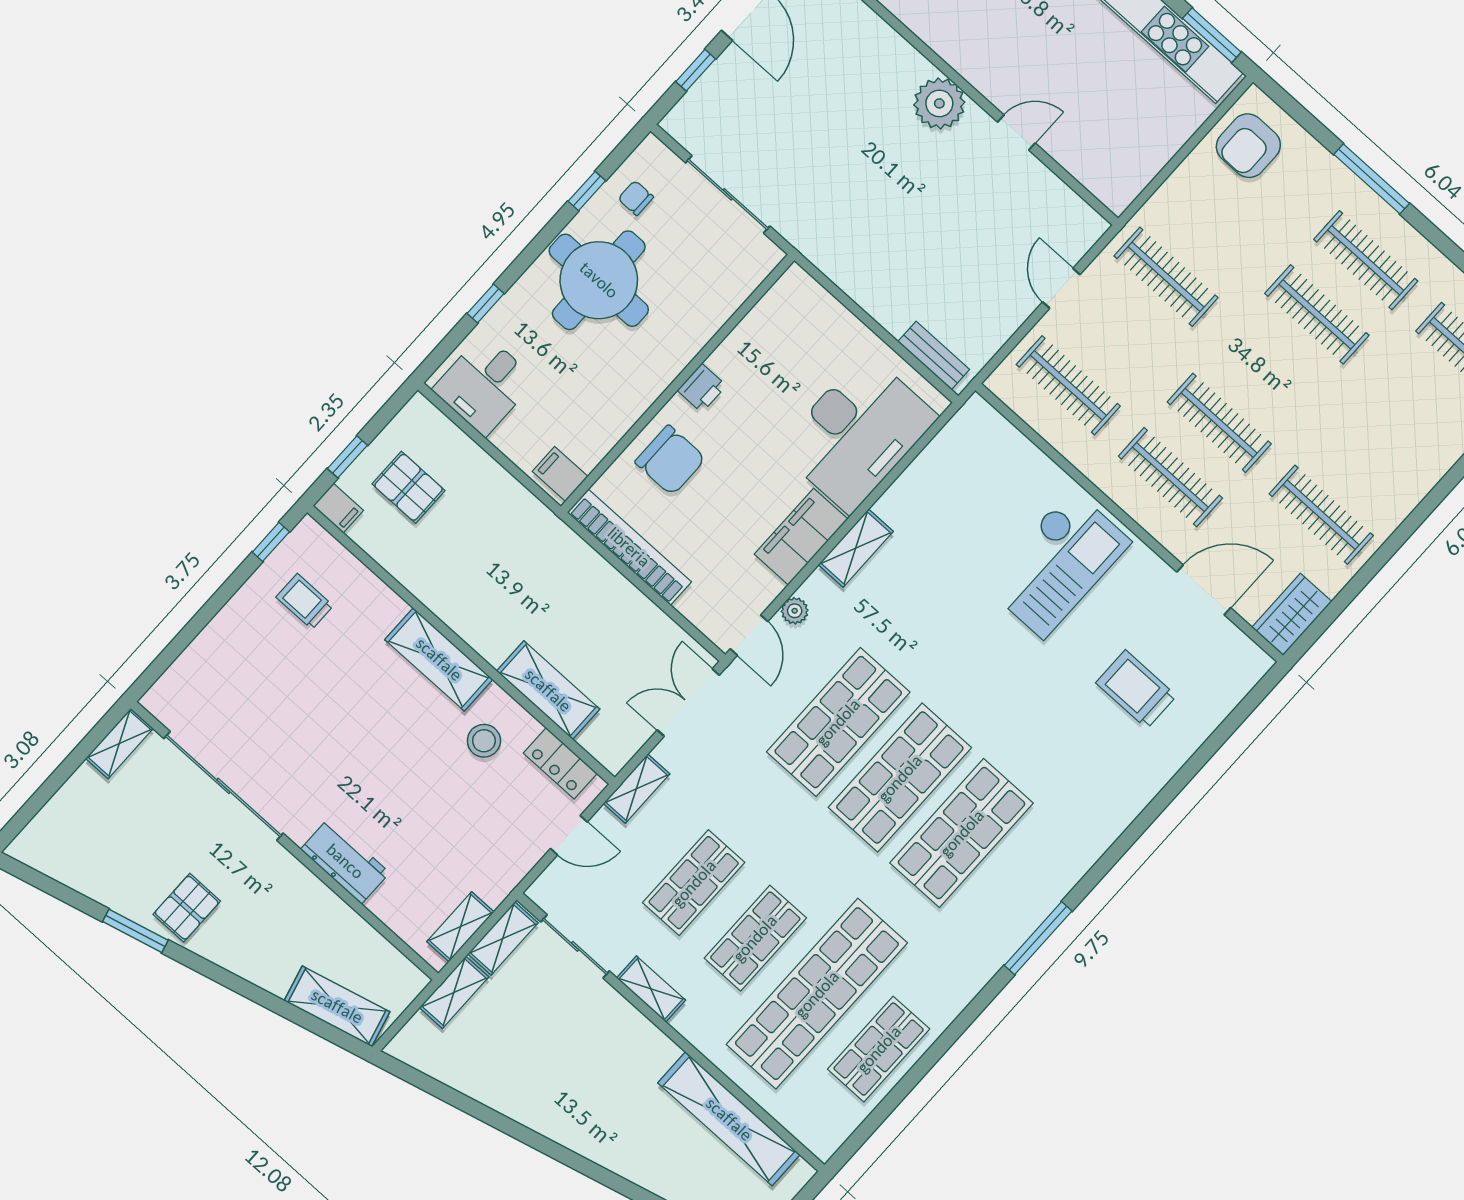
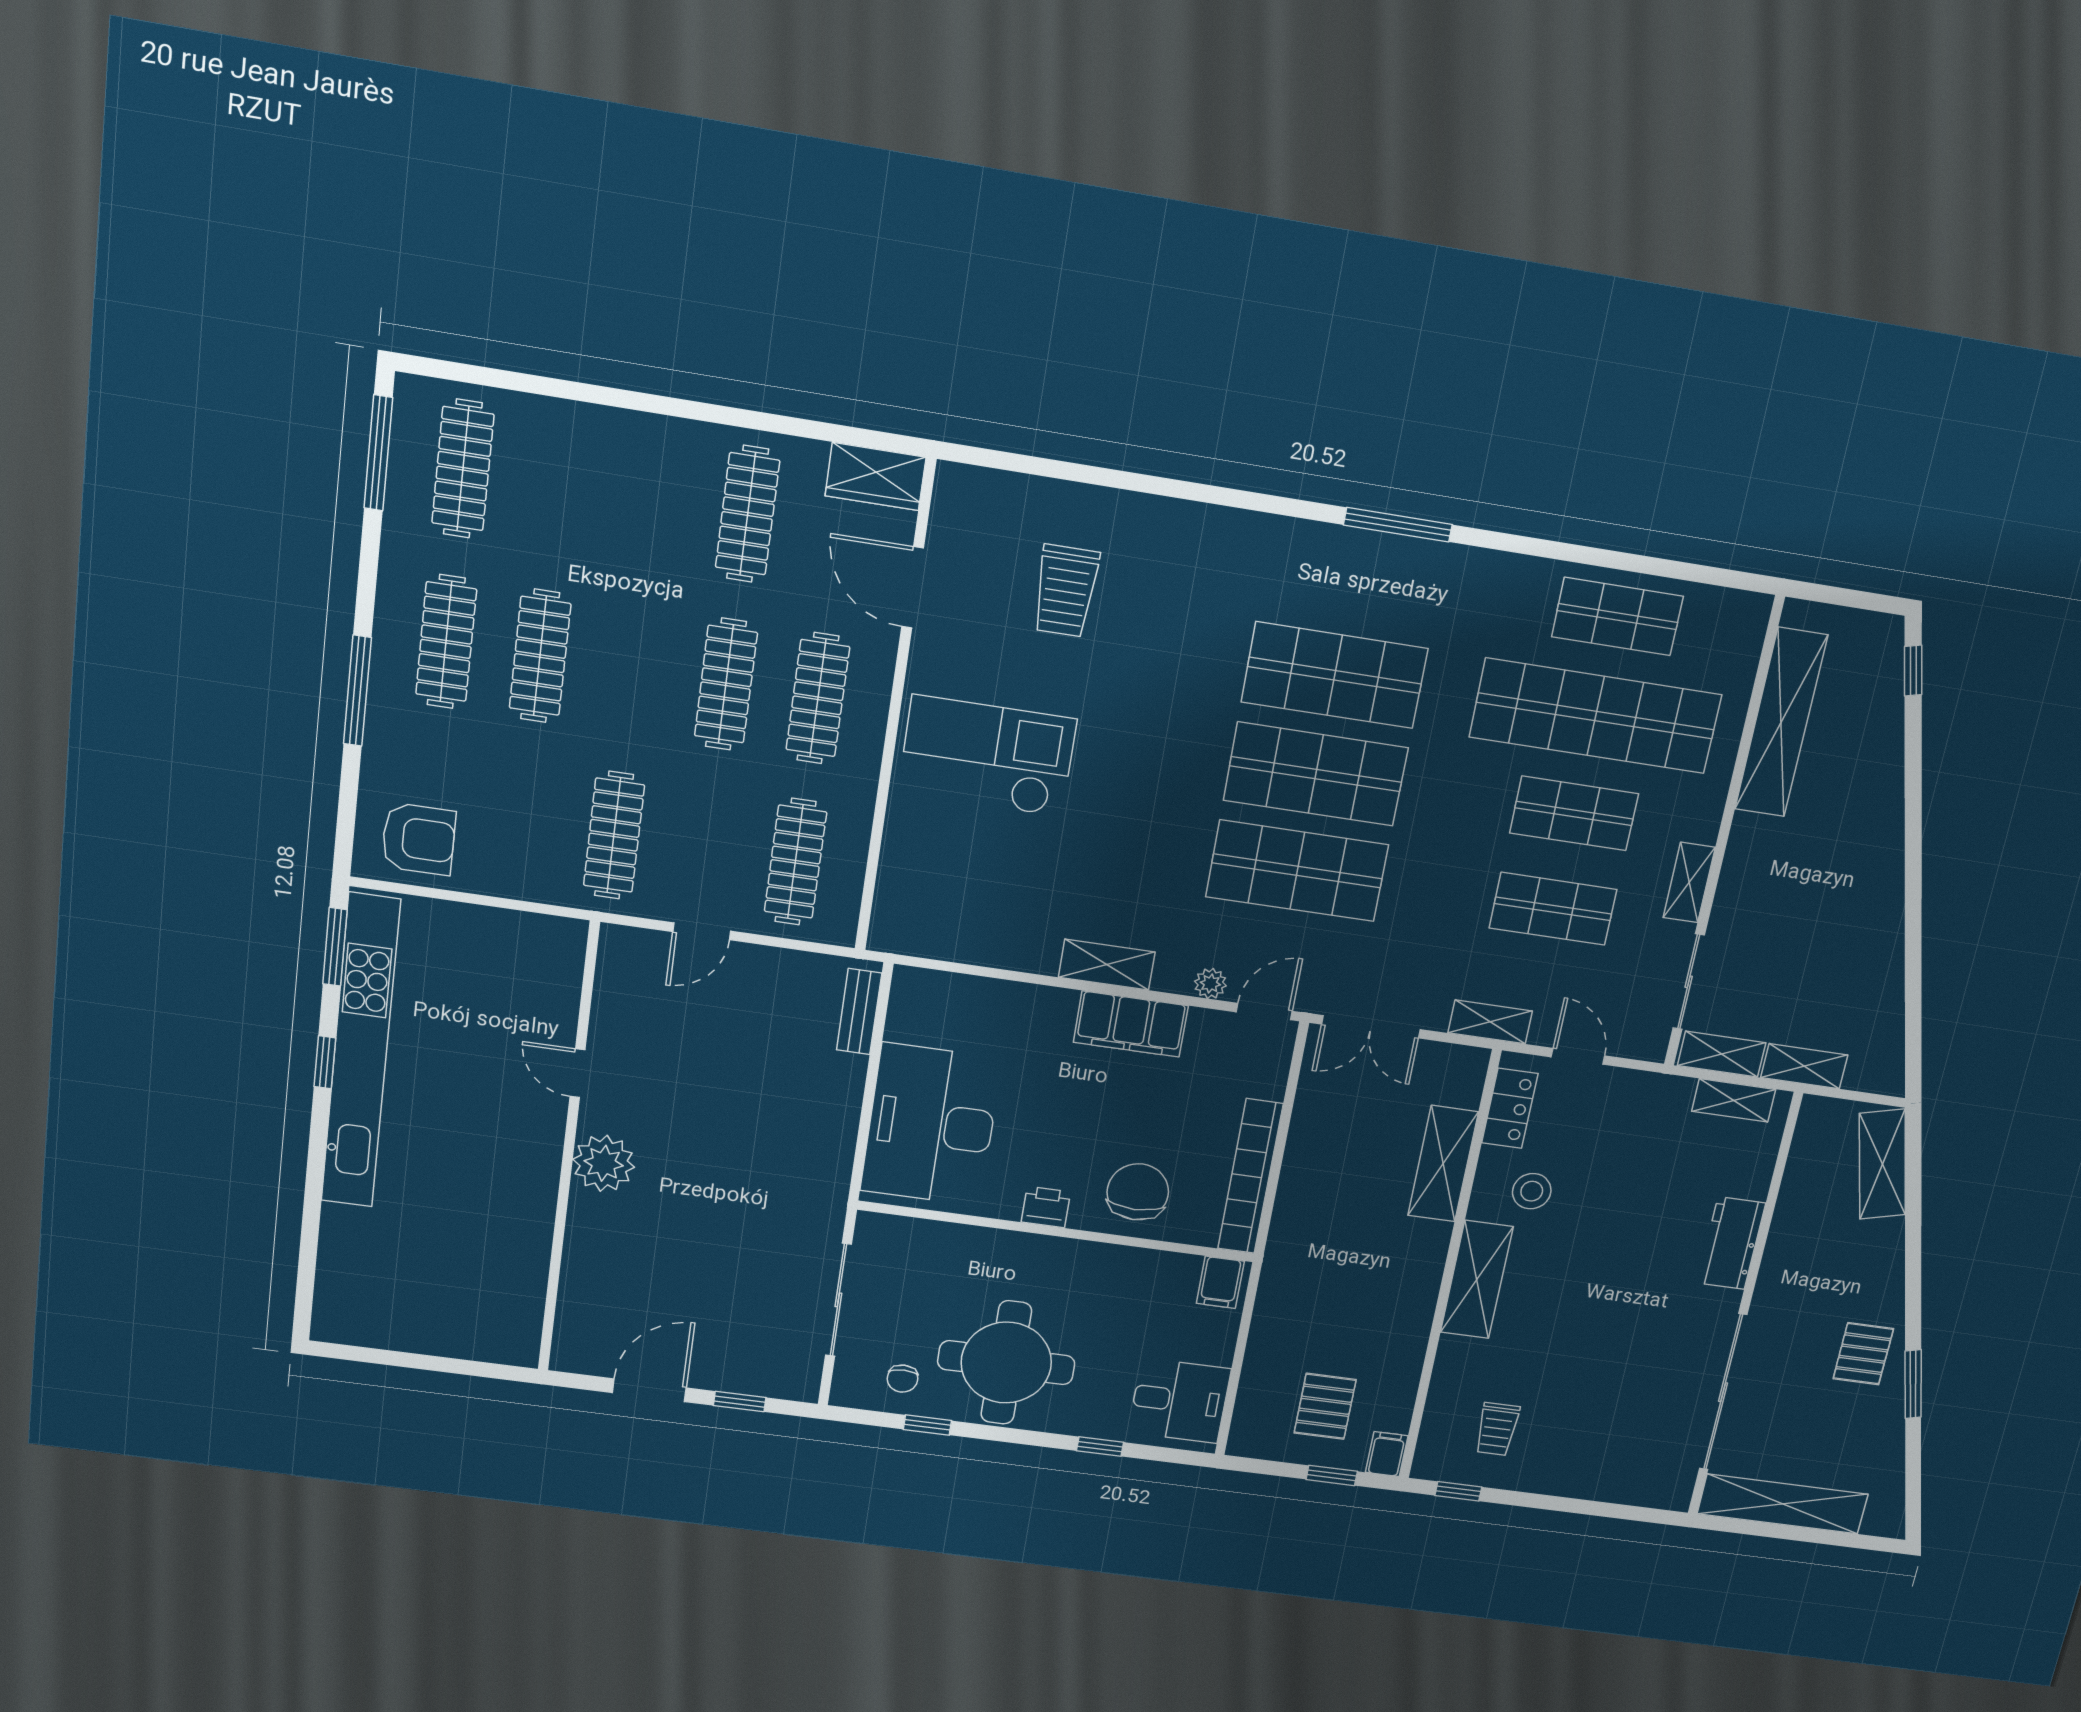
desk: (857, 433) -> (931, 1125), moved, turned -90
shelving: (119, 743) -> (1783, 1504), width x2.20, depth x1.33
pallet: (187, 908) -> (1863, 1354), turned 90

